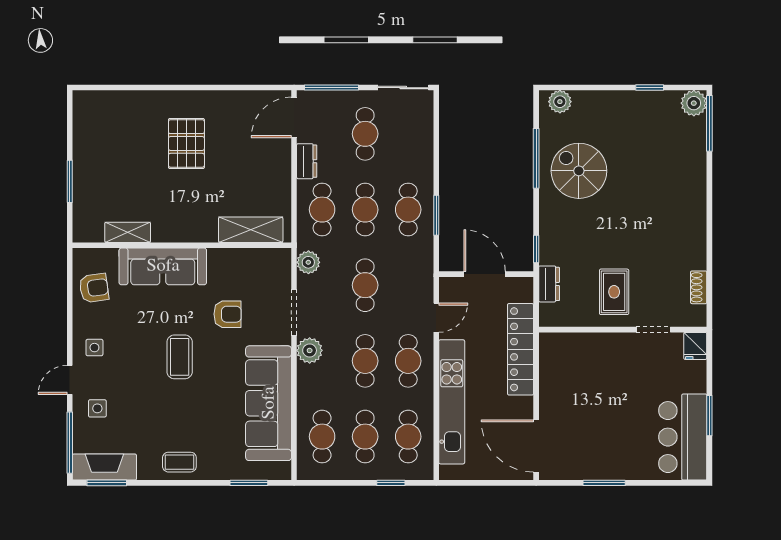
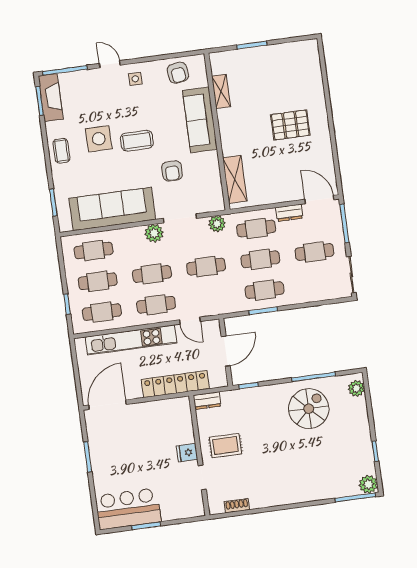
dresser: (549, 284) -> (207, 401), moved
fridge: (695, 346) -> (187, 453), moved
side table: (97, 408) -> (99, 139), moved, width x1.87, depth x1.87

